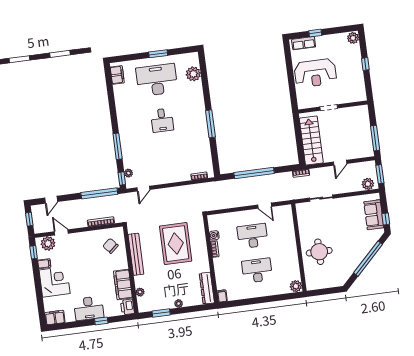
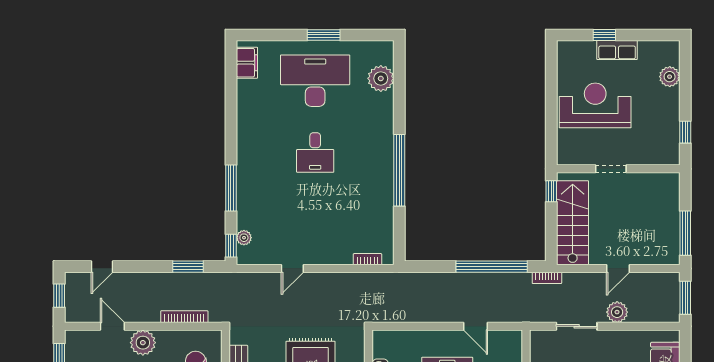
plant: (353, 38) -> (670, 77), moved
row of seats: (304, 43) -> (617, 50), moved
window: (365, 64) -> (685, 132), moved
reception desk: (315, 73) -> (595, 105), turned 180
window: (210, 124) -> (399, 170), width x1.46
window: (297, 124) -> (551, 191), added
window: (254, 173) -> (492, 267), moved
plant: (368, 184) -> (617, 312), moved
door: (143, 189) -> (292, 268), moved
window: (99, 193) -> (188, 267), width x0.47
plant: (48, 243) -> (143, 343), moved

